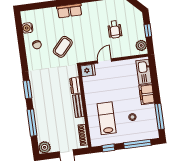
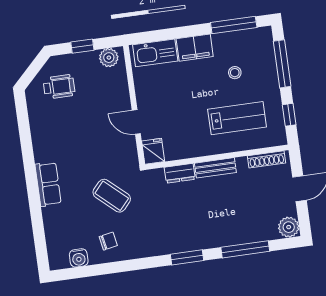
wheelchair: (115, 29) -> (59, 87), moved
lab bench: (107, 118) -> (237, 118), turned 180

